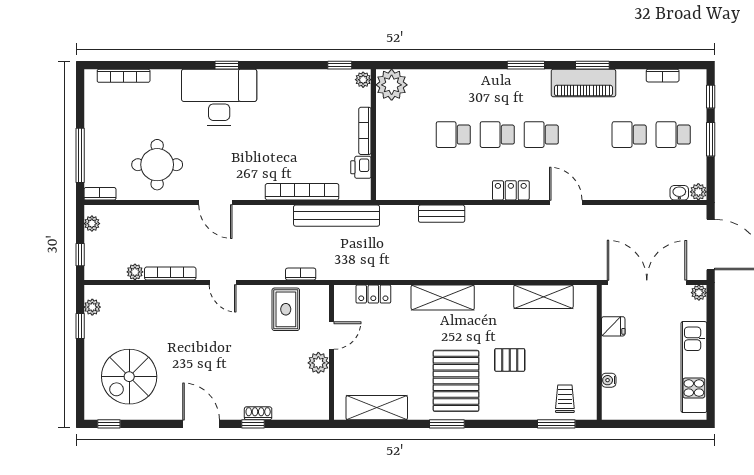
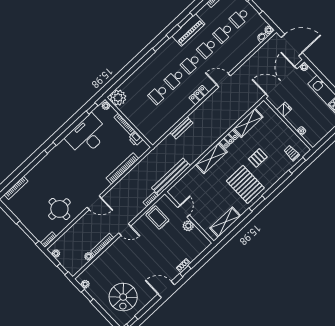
desk: (219, 97) -> (87, 135), moved
school desk: (585, 135) -> (207, 48), added
bench: (337, 216) -> (171, 177), moved
locker: (373, 294) -> (229, 139), moved

